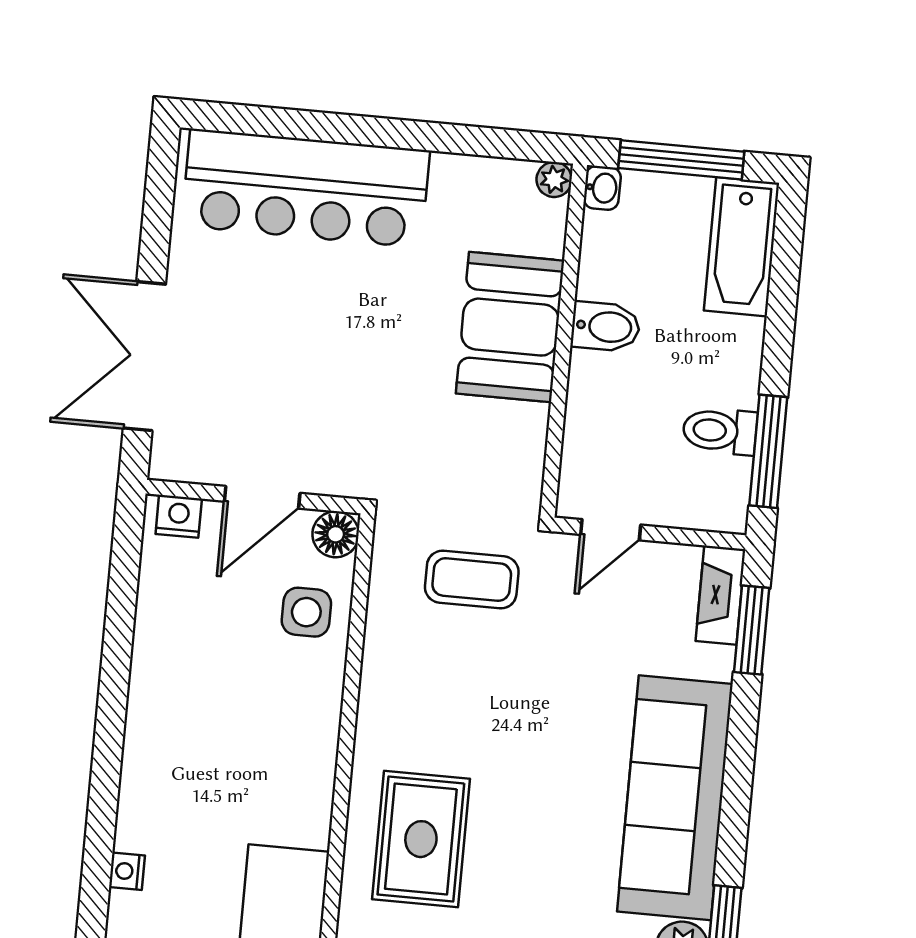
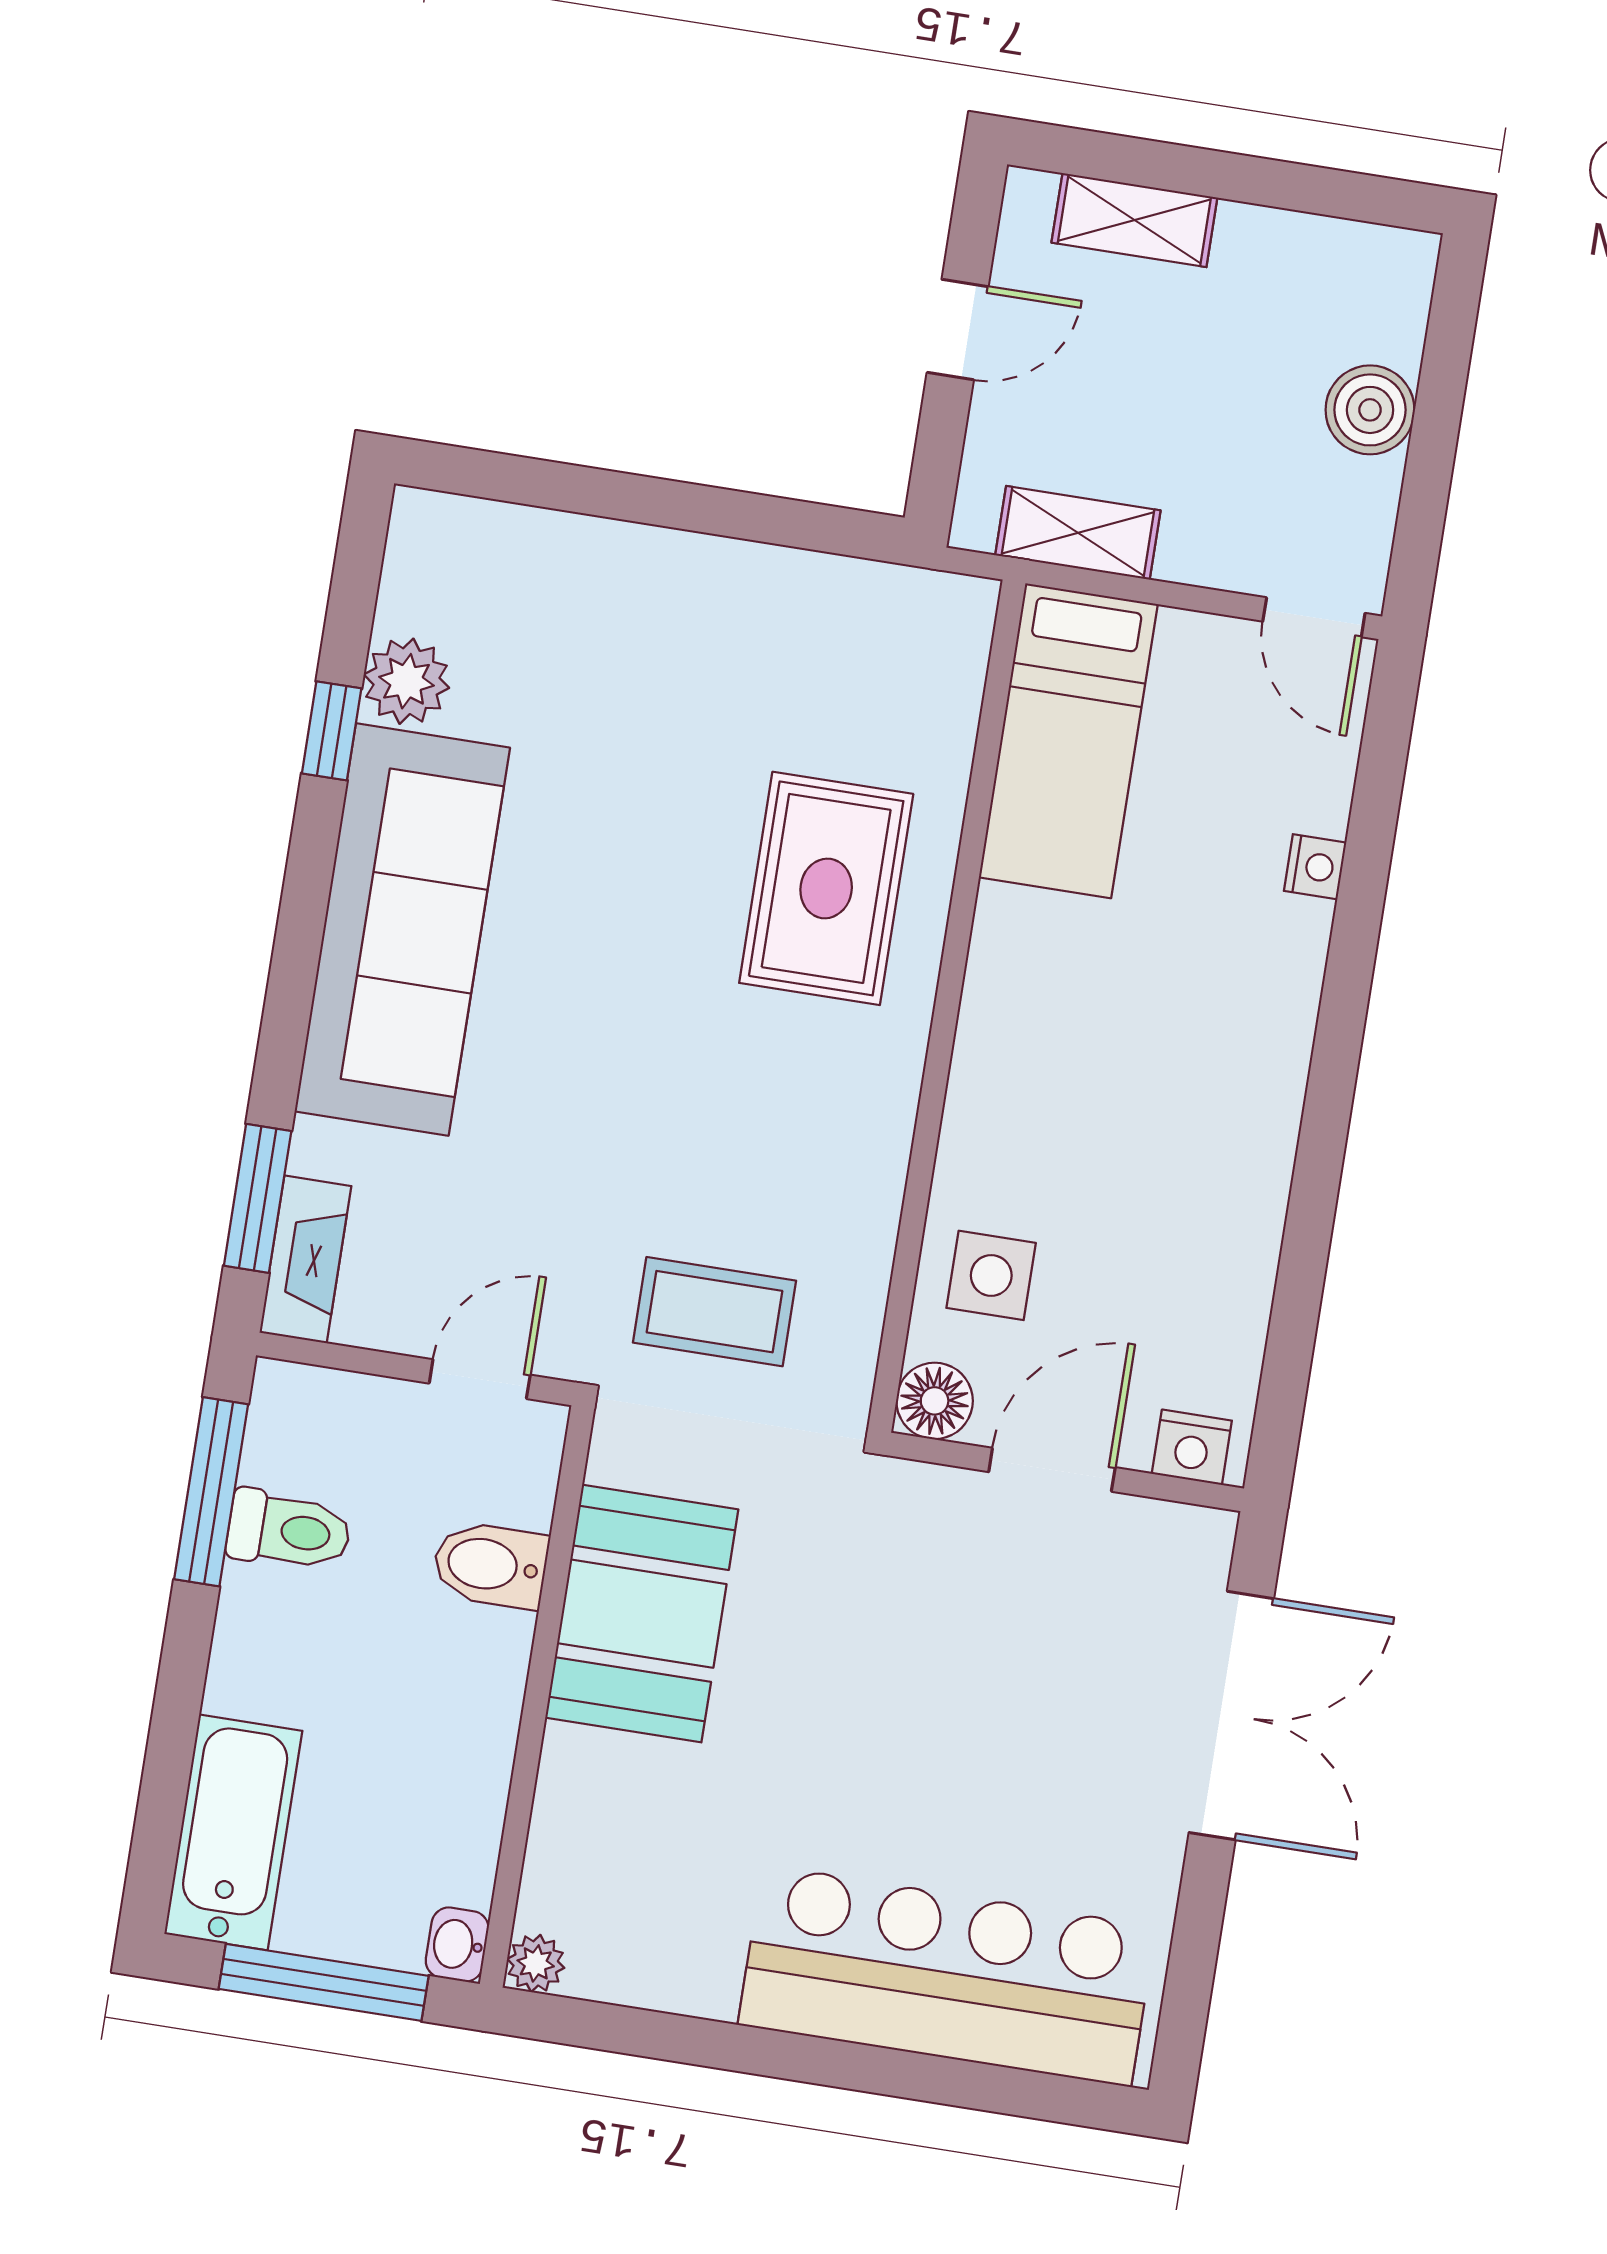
booth: (510, 327) -> (642, 1614), moved
bidet: (606, 327) -> (490, 1565), moved

